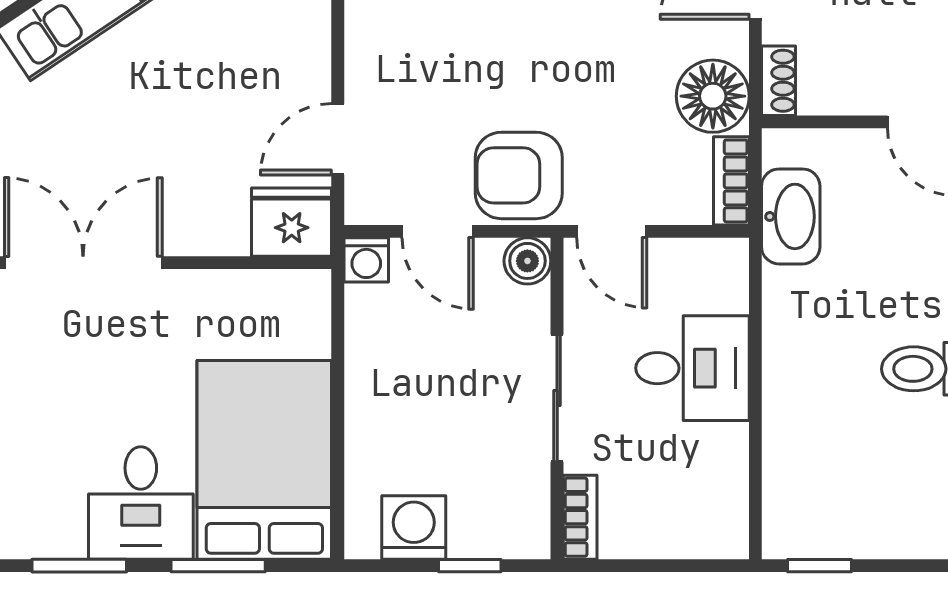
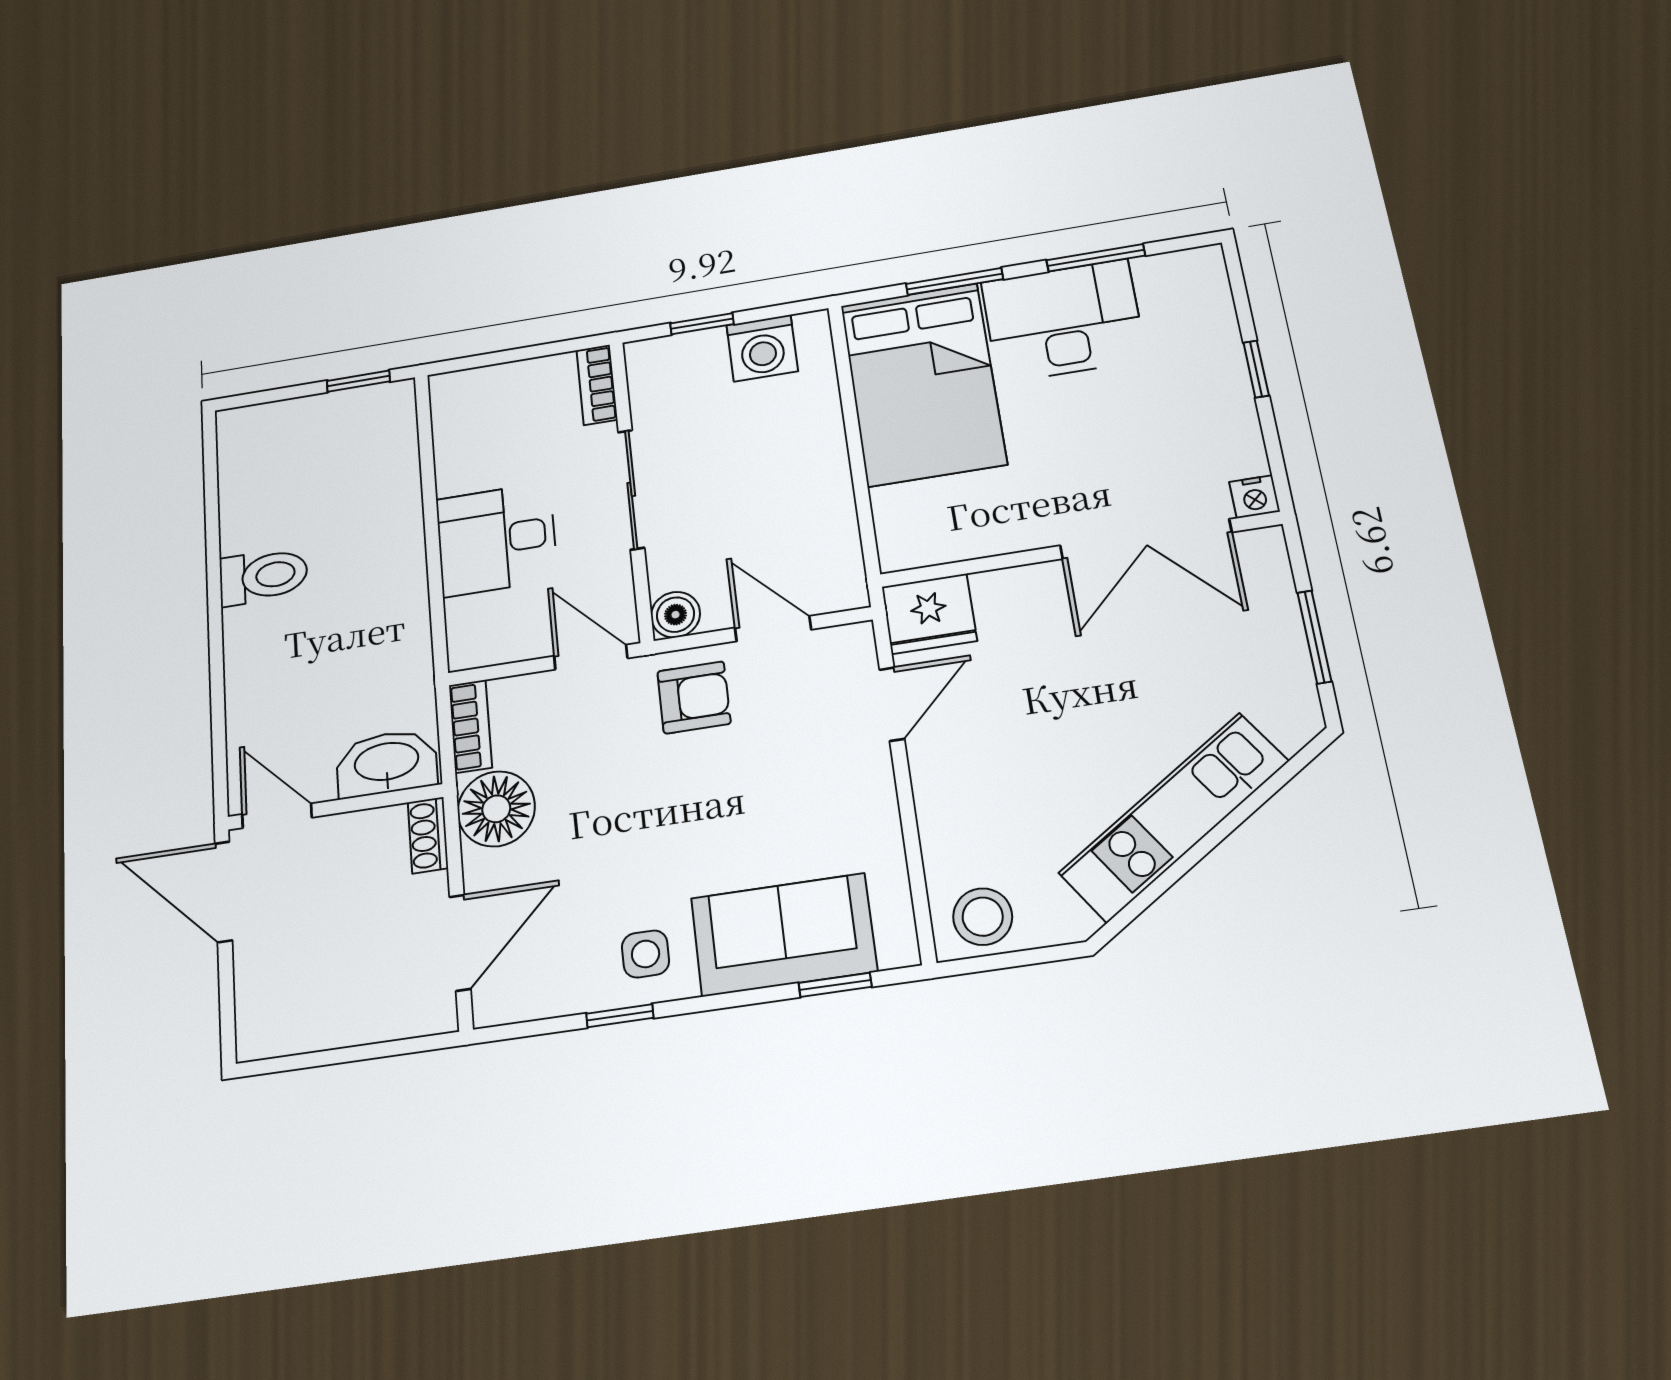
armchair: (519, 175) -> (694, 697), width x0.72, depth x0.72
washbasin: (791, 216) -> (387, 763), moved, turned 90
washing machine: (366, 260) -> (845, 589), removed
desk: (141, 503) -> (1063, 321), width x1.37

